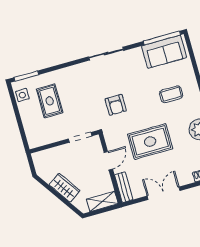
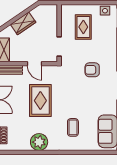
rug: (50, 101) -> (83, 27), moved, turned 90
armchair: (116, 105) -> (92, 70), moved

